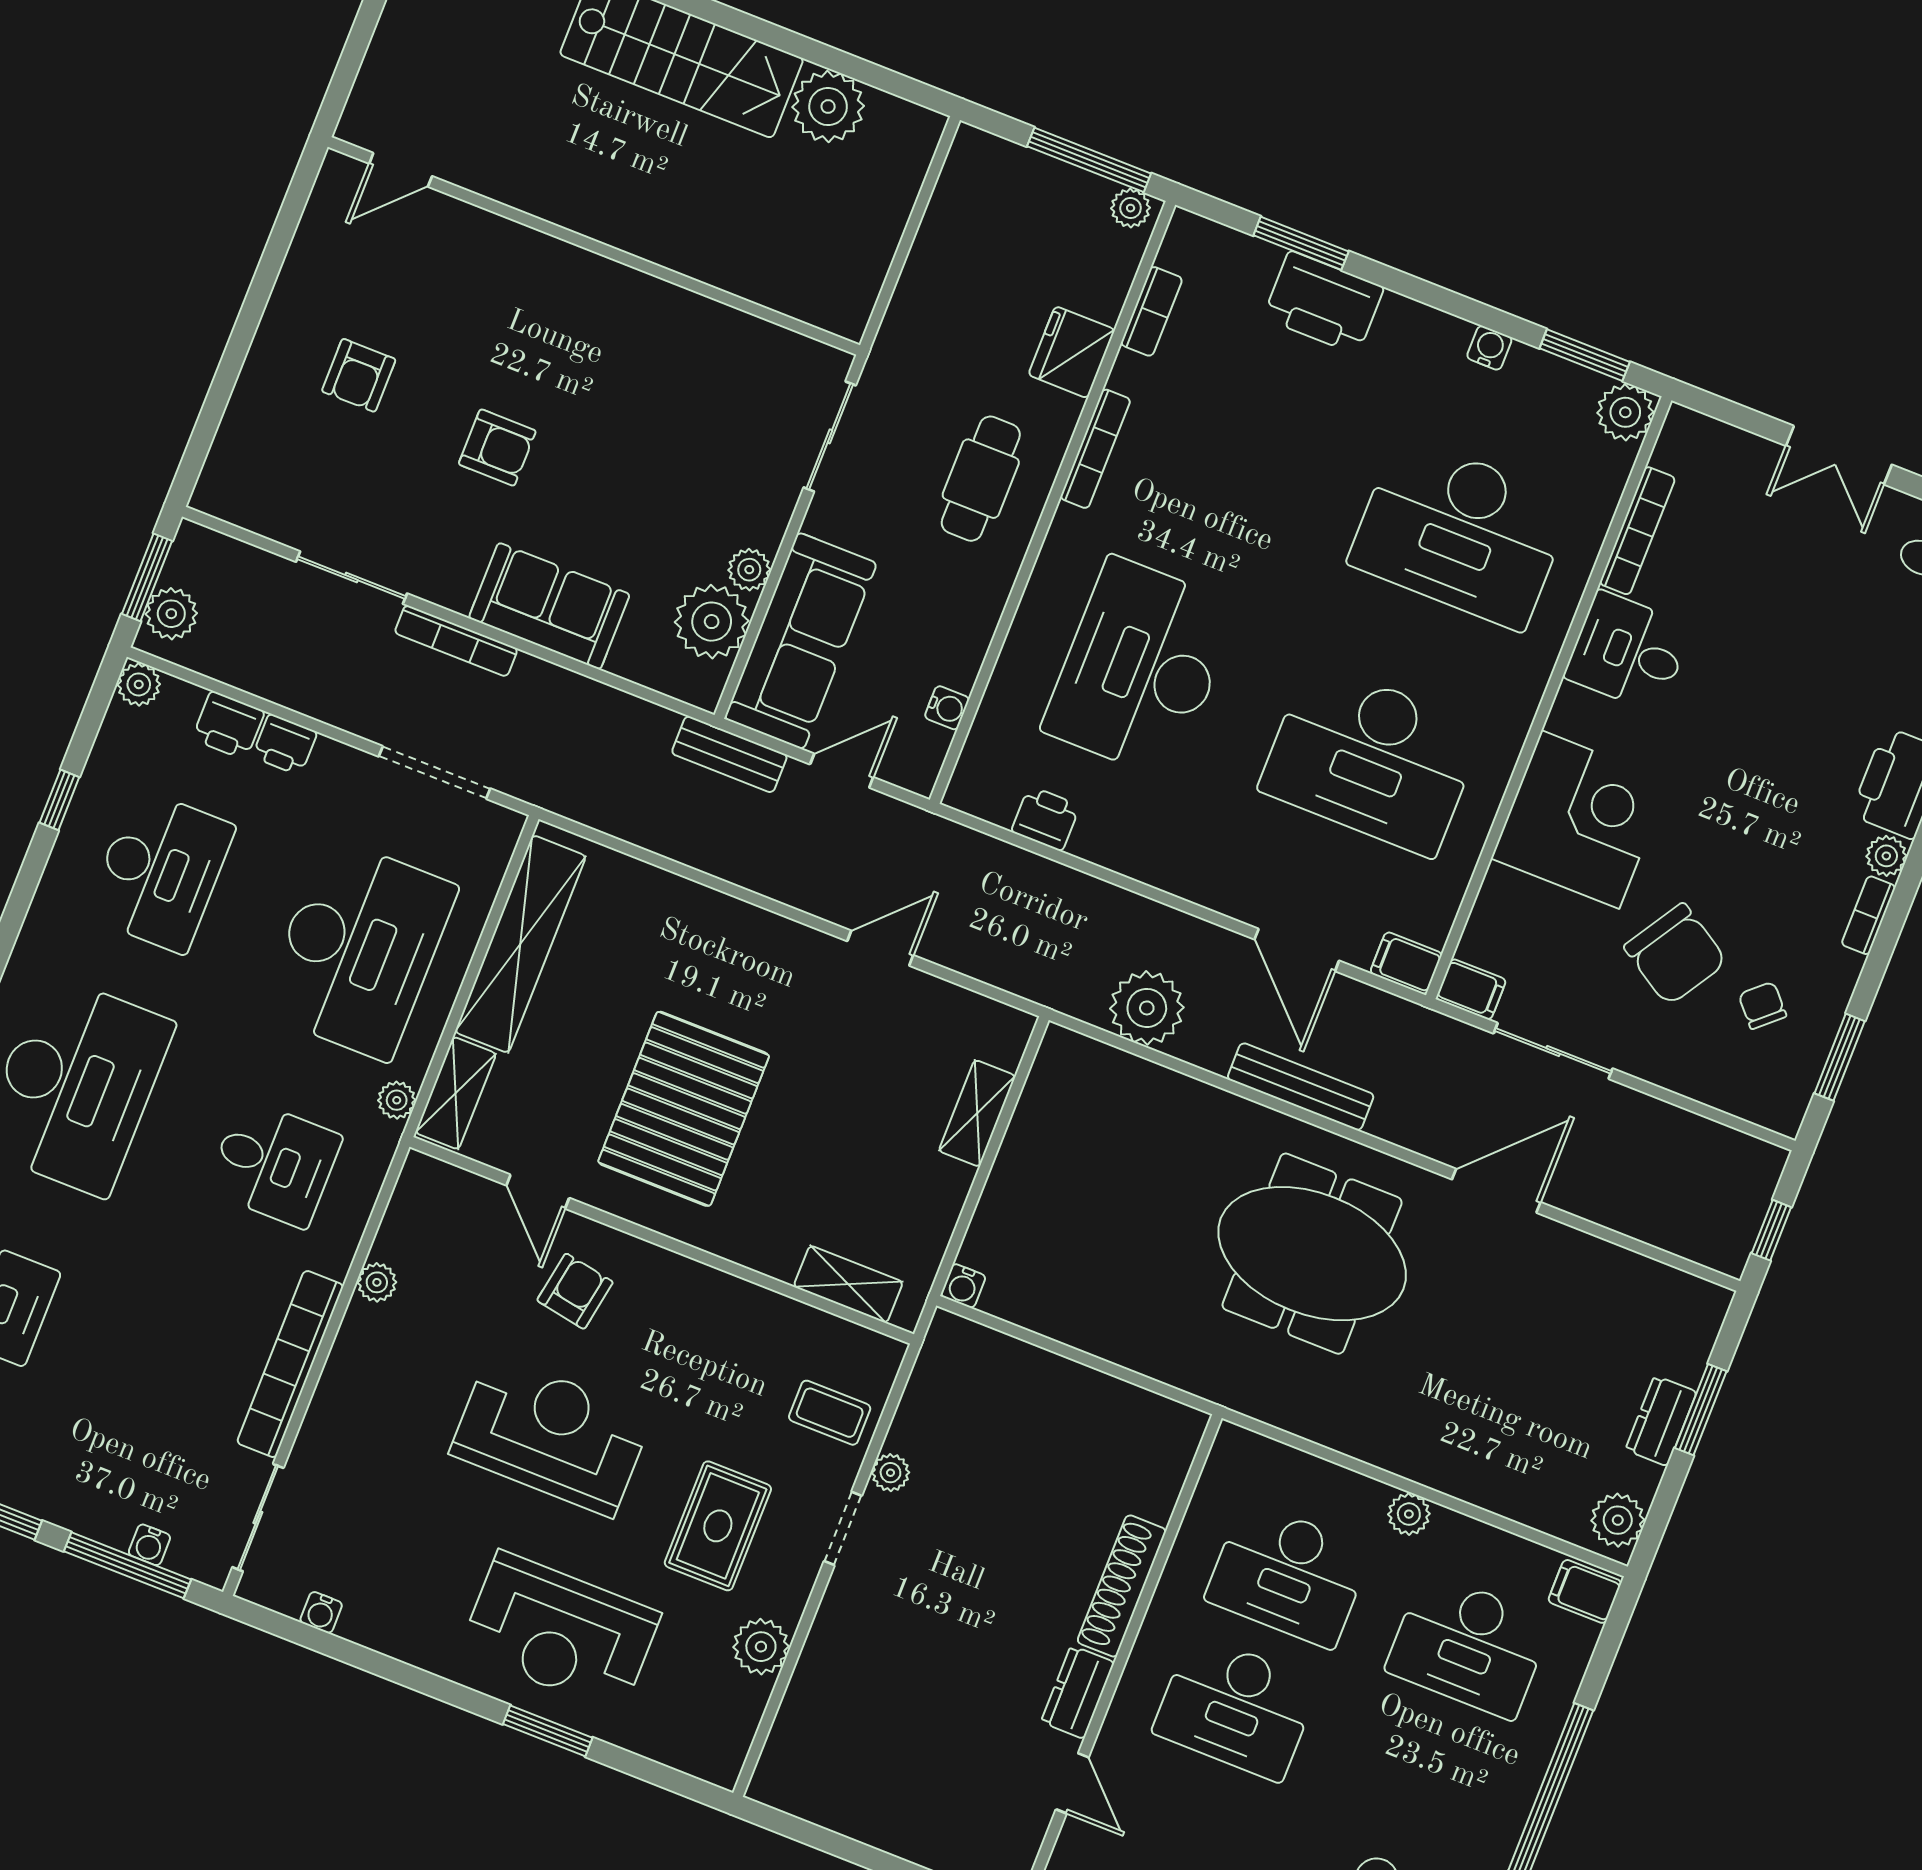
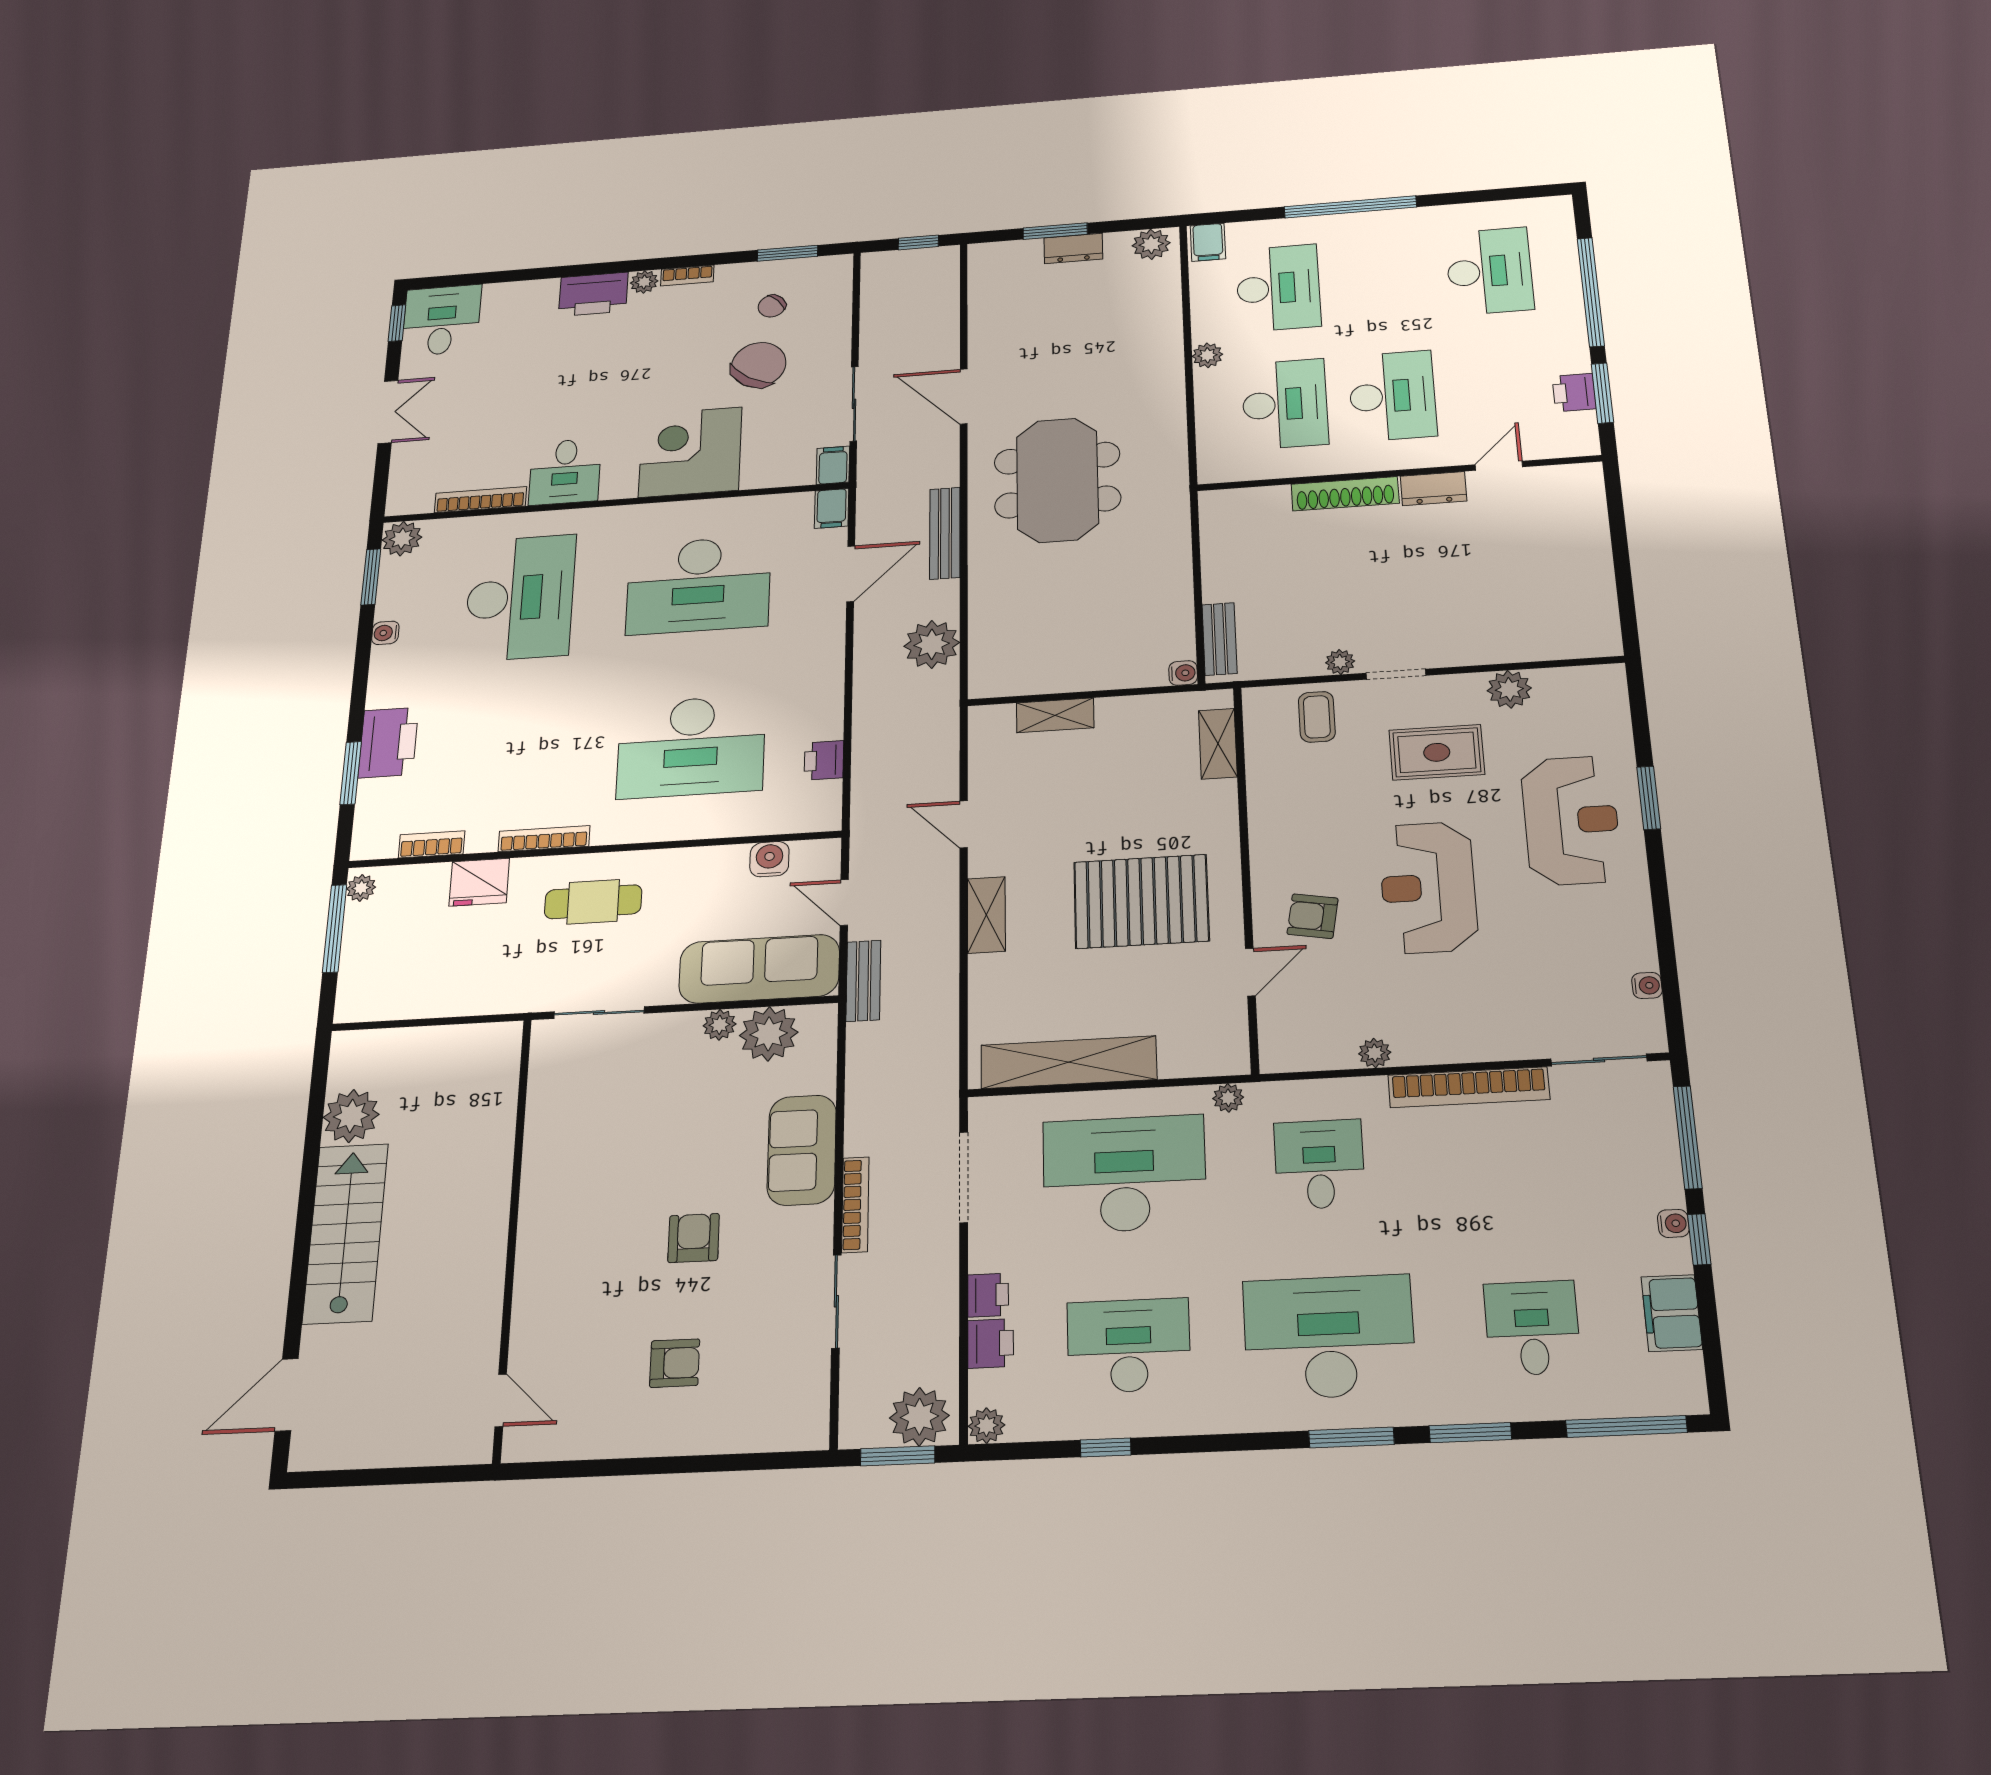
plant: (171, 614) -> (919, 1417), width x1.36, depth x1.36
water cooler: (947, 708) -> (769, 859), width x1.38, depth x1.38
desk: (1371, 759) -> (698, 585), turned 90
shelving: (456, 1093) -> (986, 915), moved, turned 90
bench: (990, 1348) -> (1220, 639), added
water cooler: (149, 1545) -> (1673, 1223), moved

